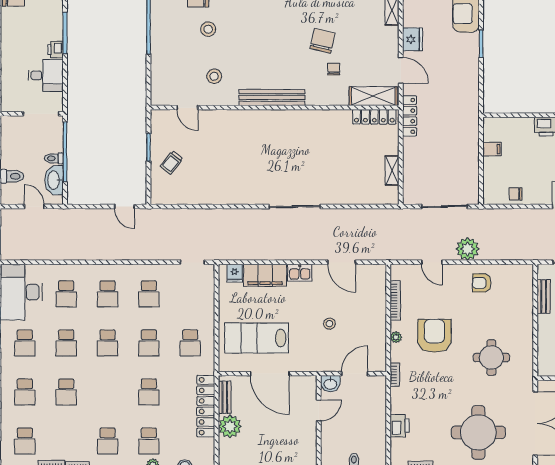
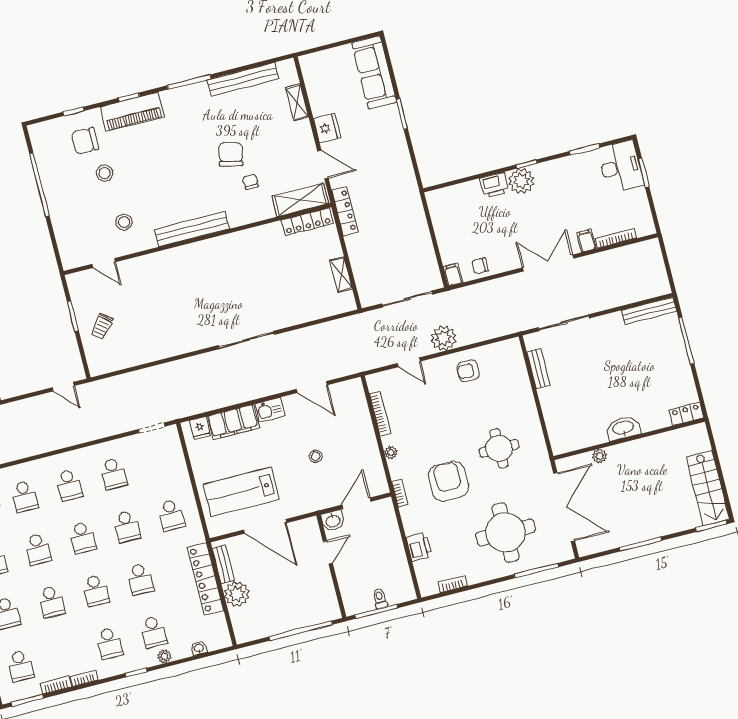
filing cabinet: (492, 149) -> (453, 275), moved, turned -90
armchair: (434, 336) -> (448, 481), moved
school desk: (108, 392) -> (96, 591), added

